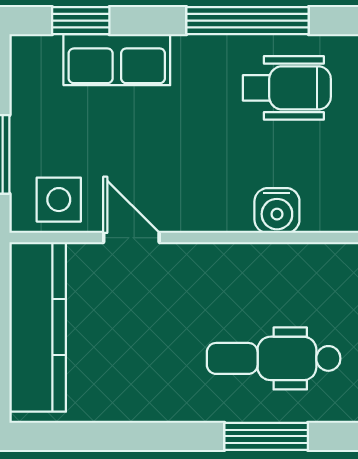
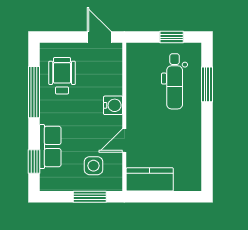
side table: (59, 200) -> (94, 166), moved
water cooler: (277, 211) -> (113, 105), moved
kitchen counter: (38, 327) -> (150, 179), width x0.67

